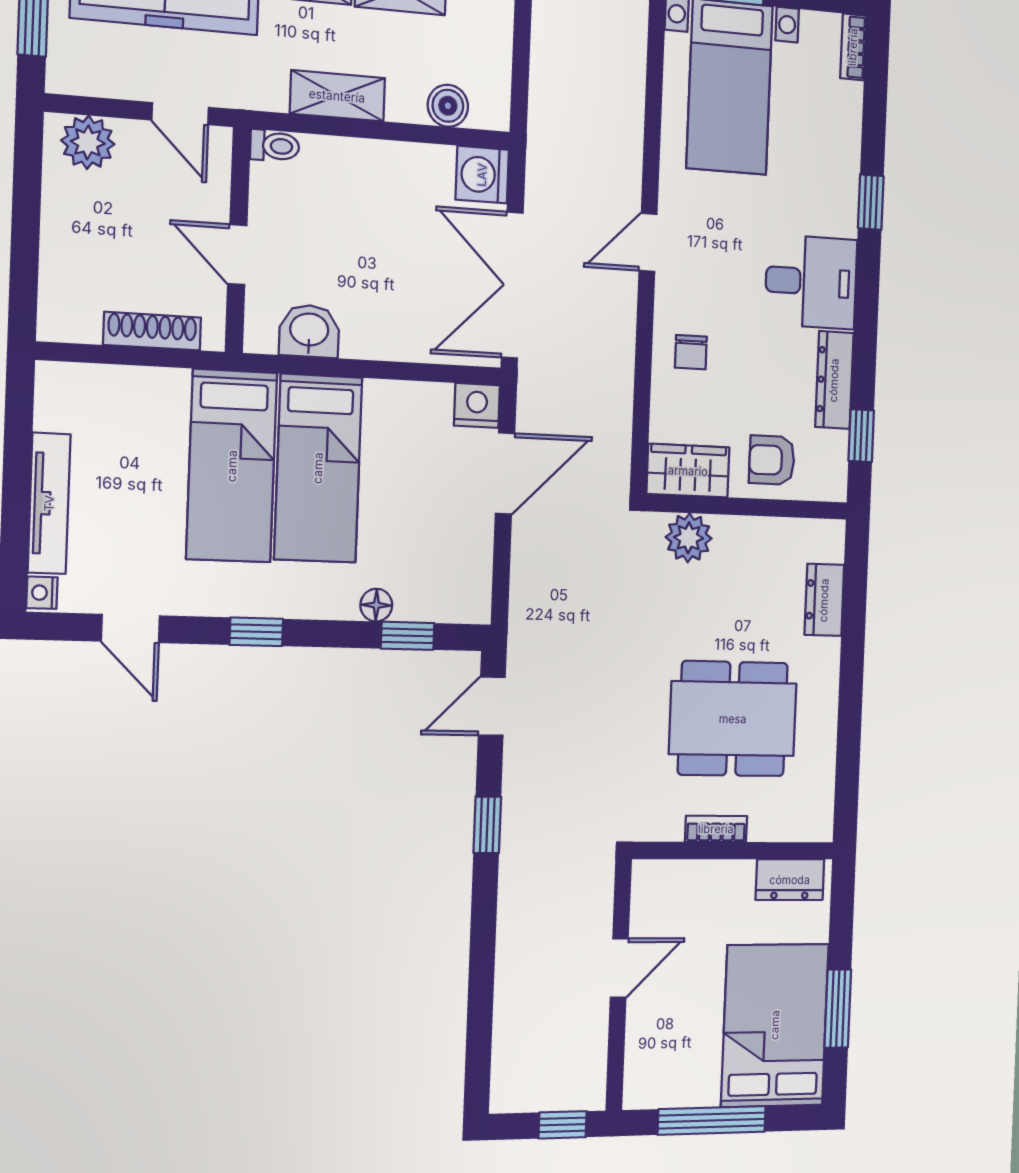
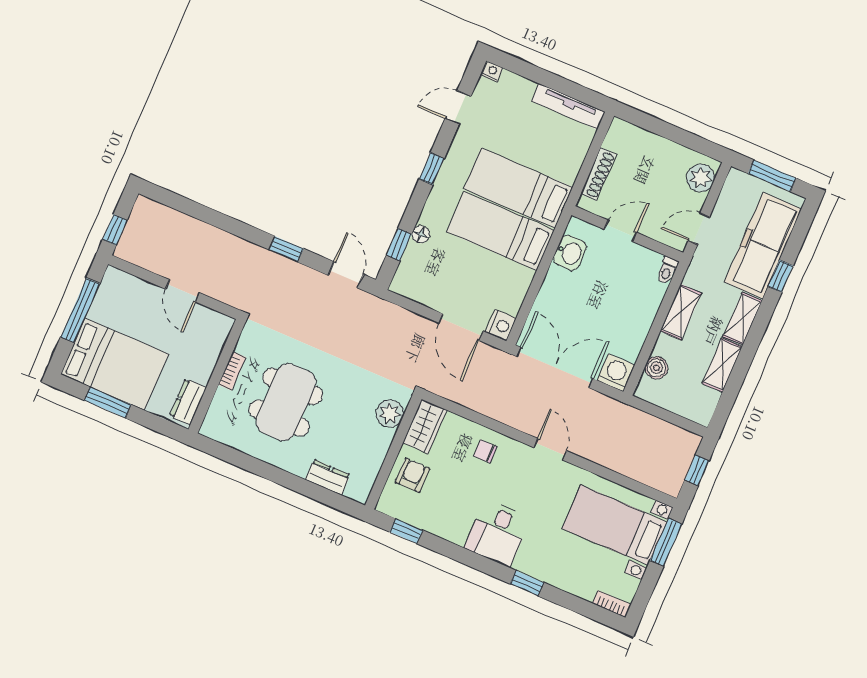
dresser: (834, 380) -> (441, 527), removed
tv unit: (49, 503) -> (568, 107), moved

